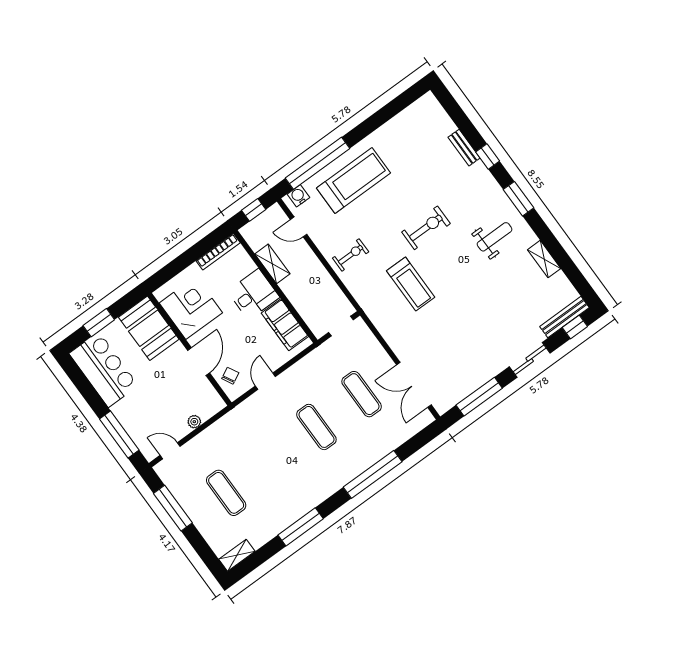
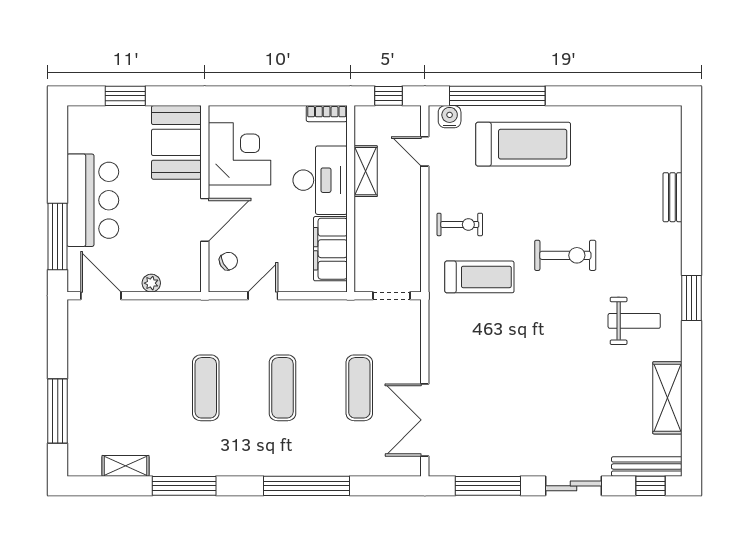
window: (488, 156) -> (692, 226), removed
bookcase: (218, 252) -> (327, 114), width x0.64
shelving: (544, 259) -> (667, 398), width x1.50, depth x1.33
treadmill: (411, 284) -> (479, 277), moved, turned -90
desk: (253, 294) -> (320, 180), width x1.37
bar counter: (104, 370) -> (93, 200), moved
door: (170, 451) -> (101, 296), width x1.38
exercise mat: (226, 493) -> (206, 388), moved
window: (173, 508) -> (58, 411), moved
shelving: (237, 555) -> (126, 466), moved

